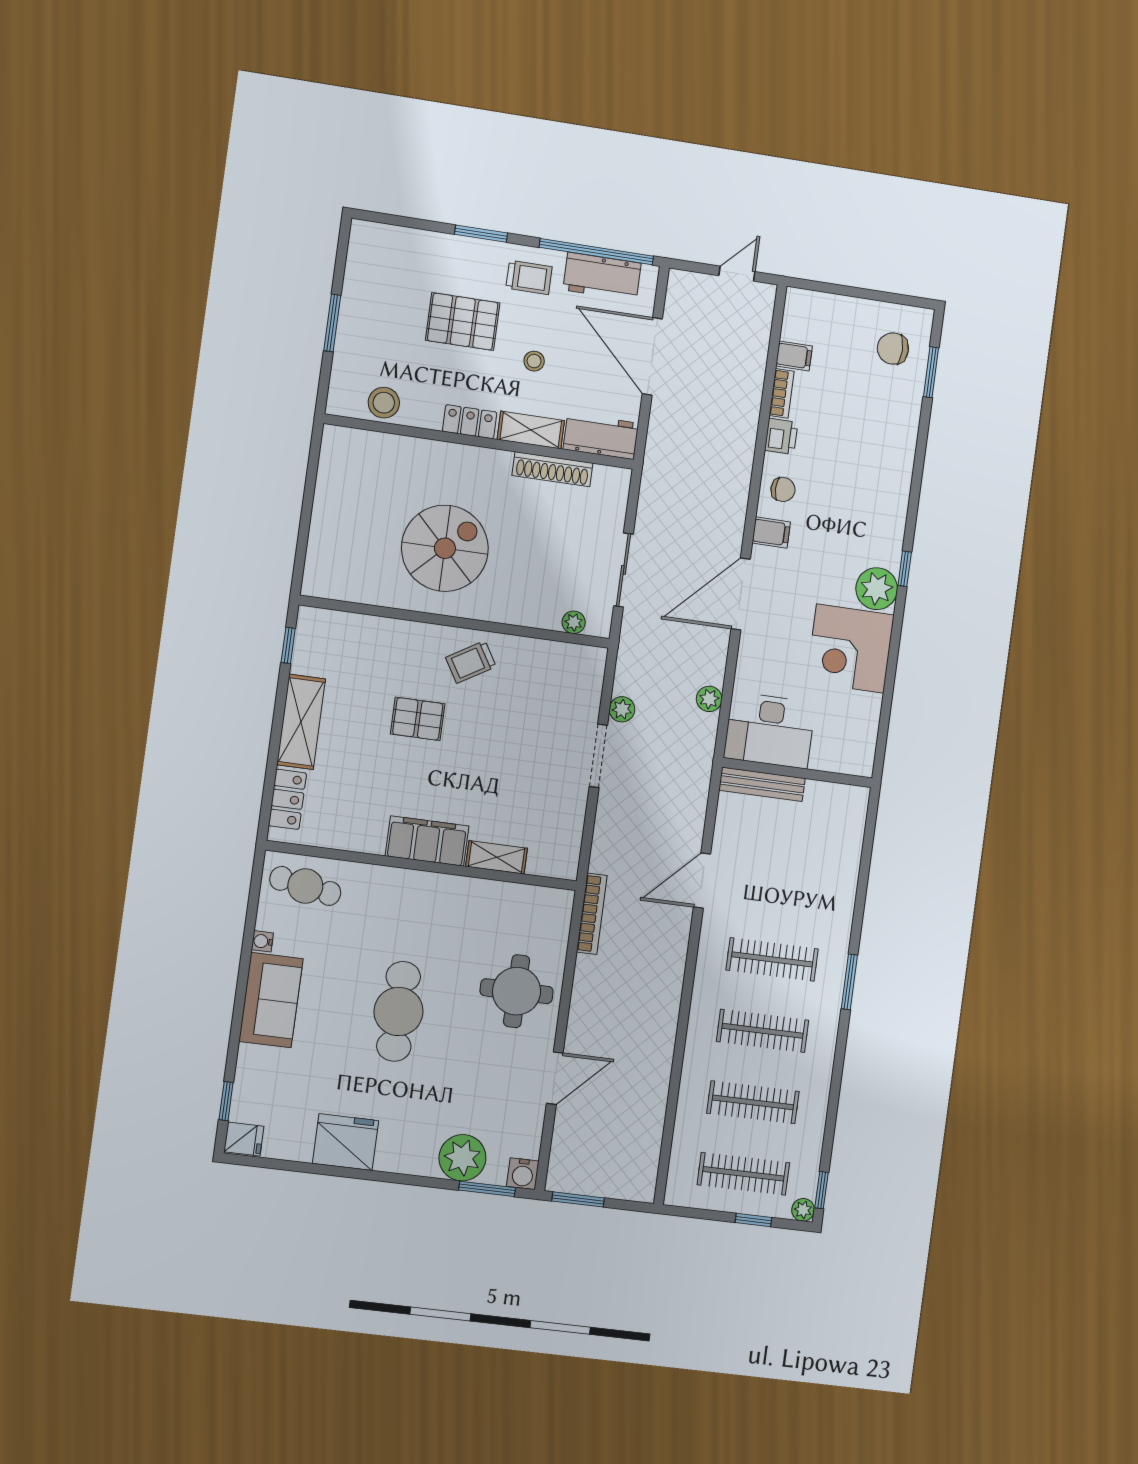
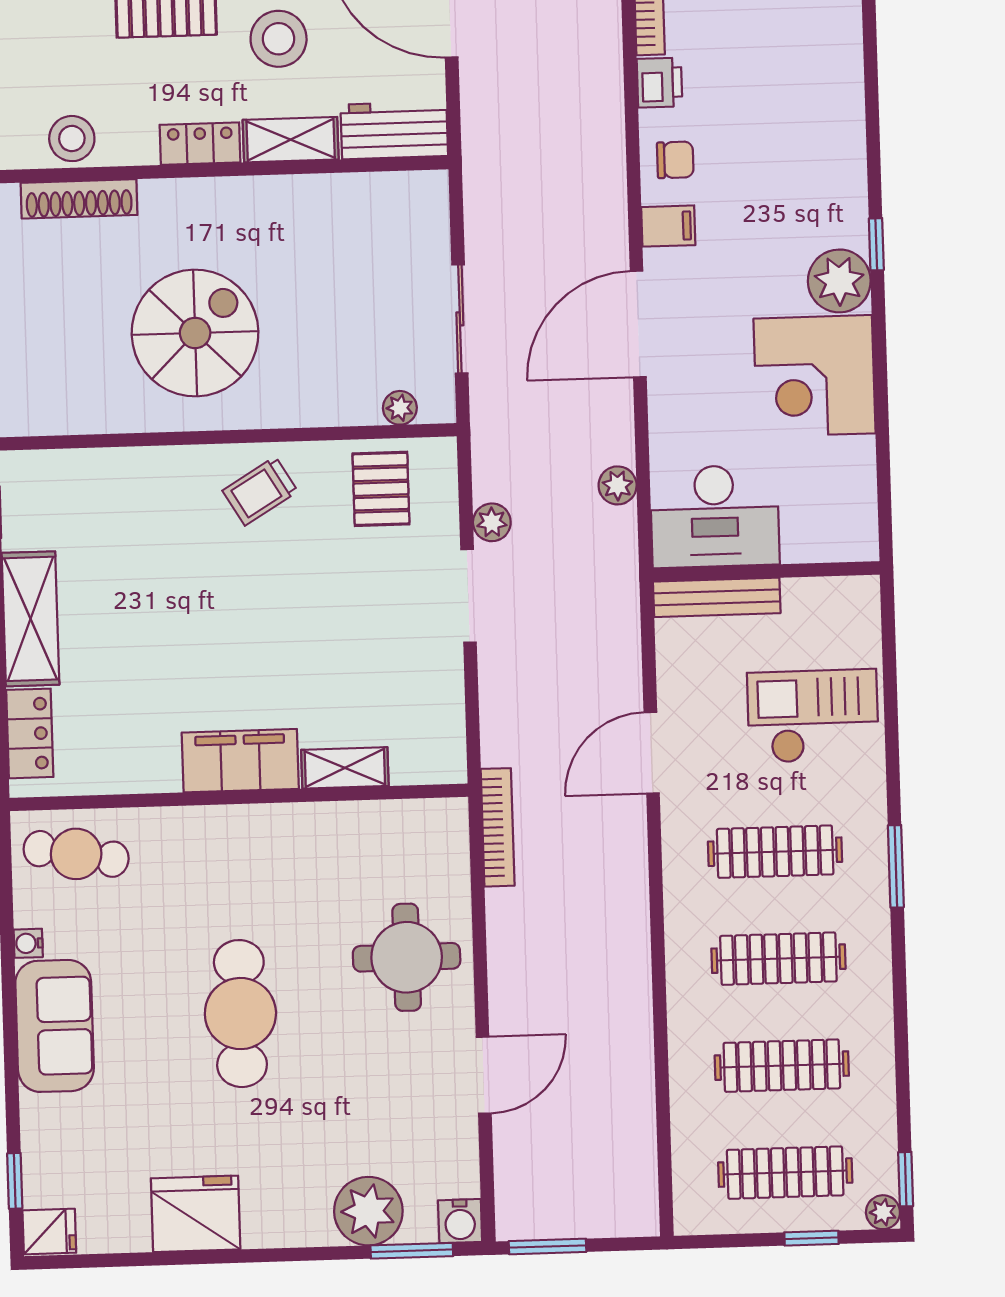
stool: (534, 361) -> (279, 39), width x1.89, depth x1.89
shoe rack: (552, 469) -> (79, 199), moved
pallet: (418, 719) -> (381, 489), moved, turned 90
checkout: (812, 874) -> (813, 716), added

